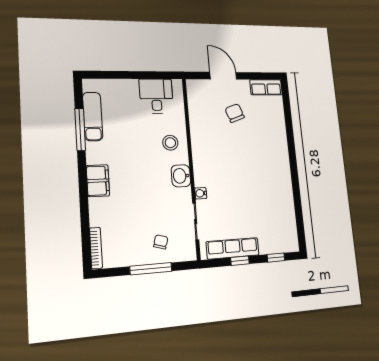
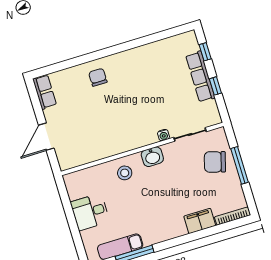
desk: (156, 96) -> (90, 212), moved
chair: (235, 113) -> (98, 77), moved, turned 110
filing cabinet: (98, 181) -> (200, 221), moved
chair: (161, 242) -> (215, 162), width x1.87, depth x1.87
row of seats: (233, 248) -> (200, 77), moved

